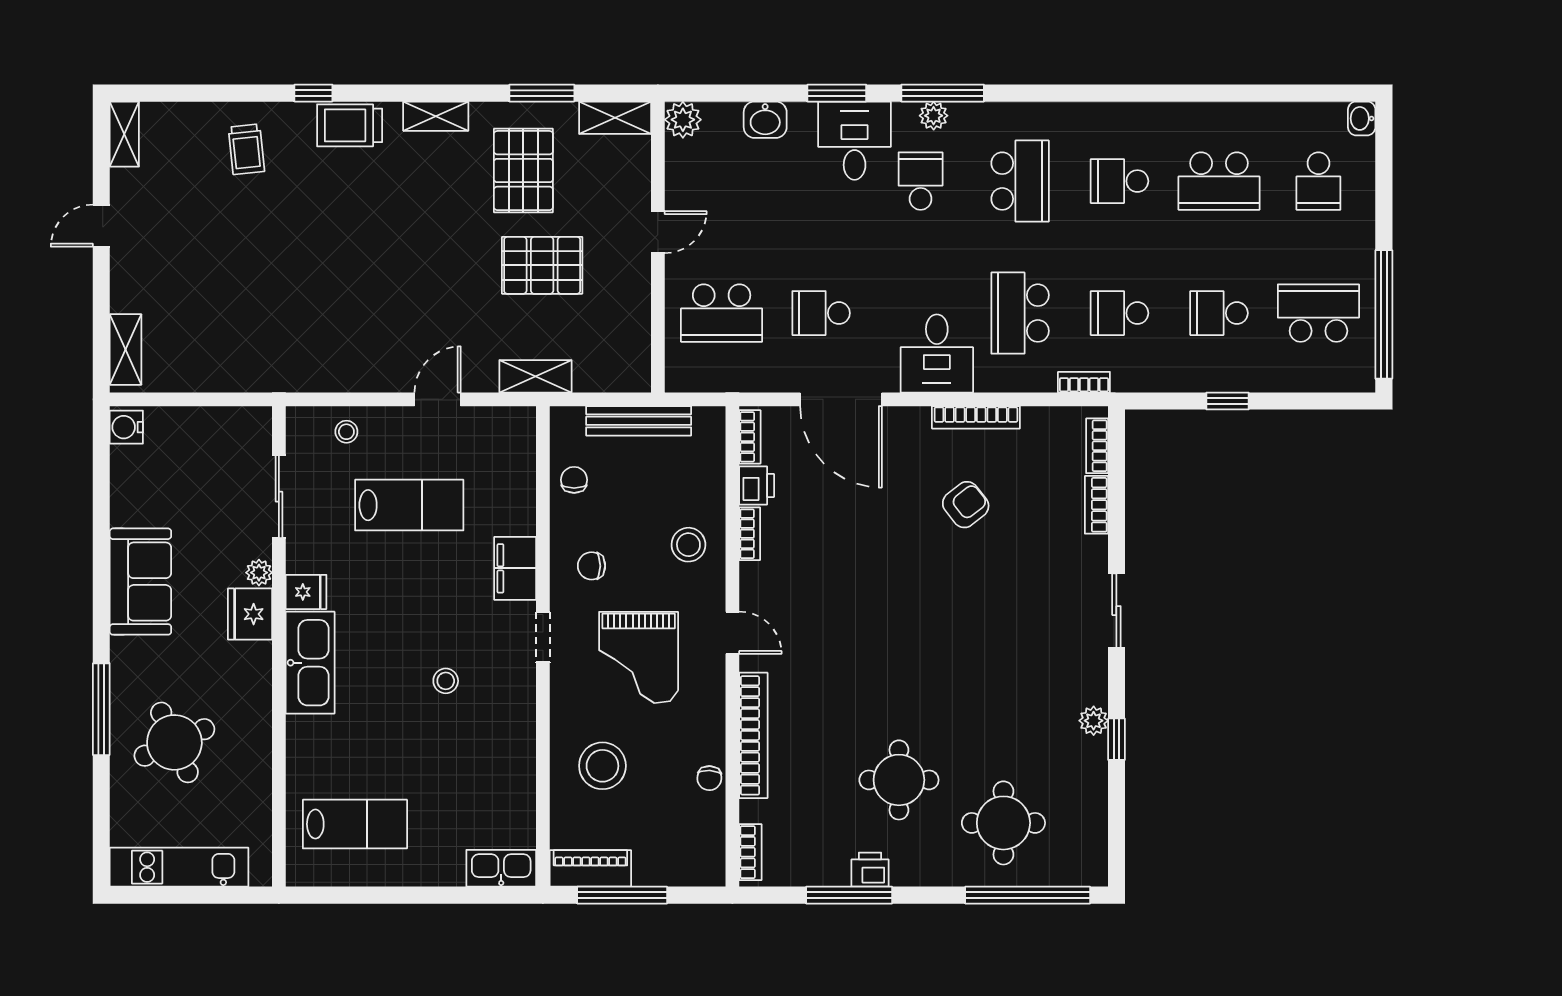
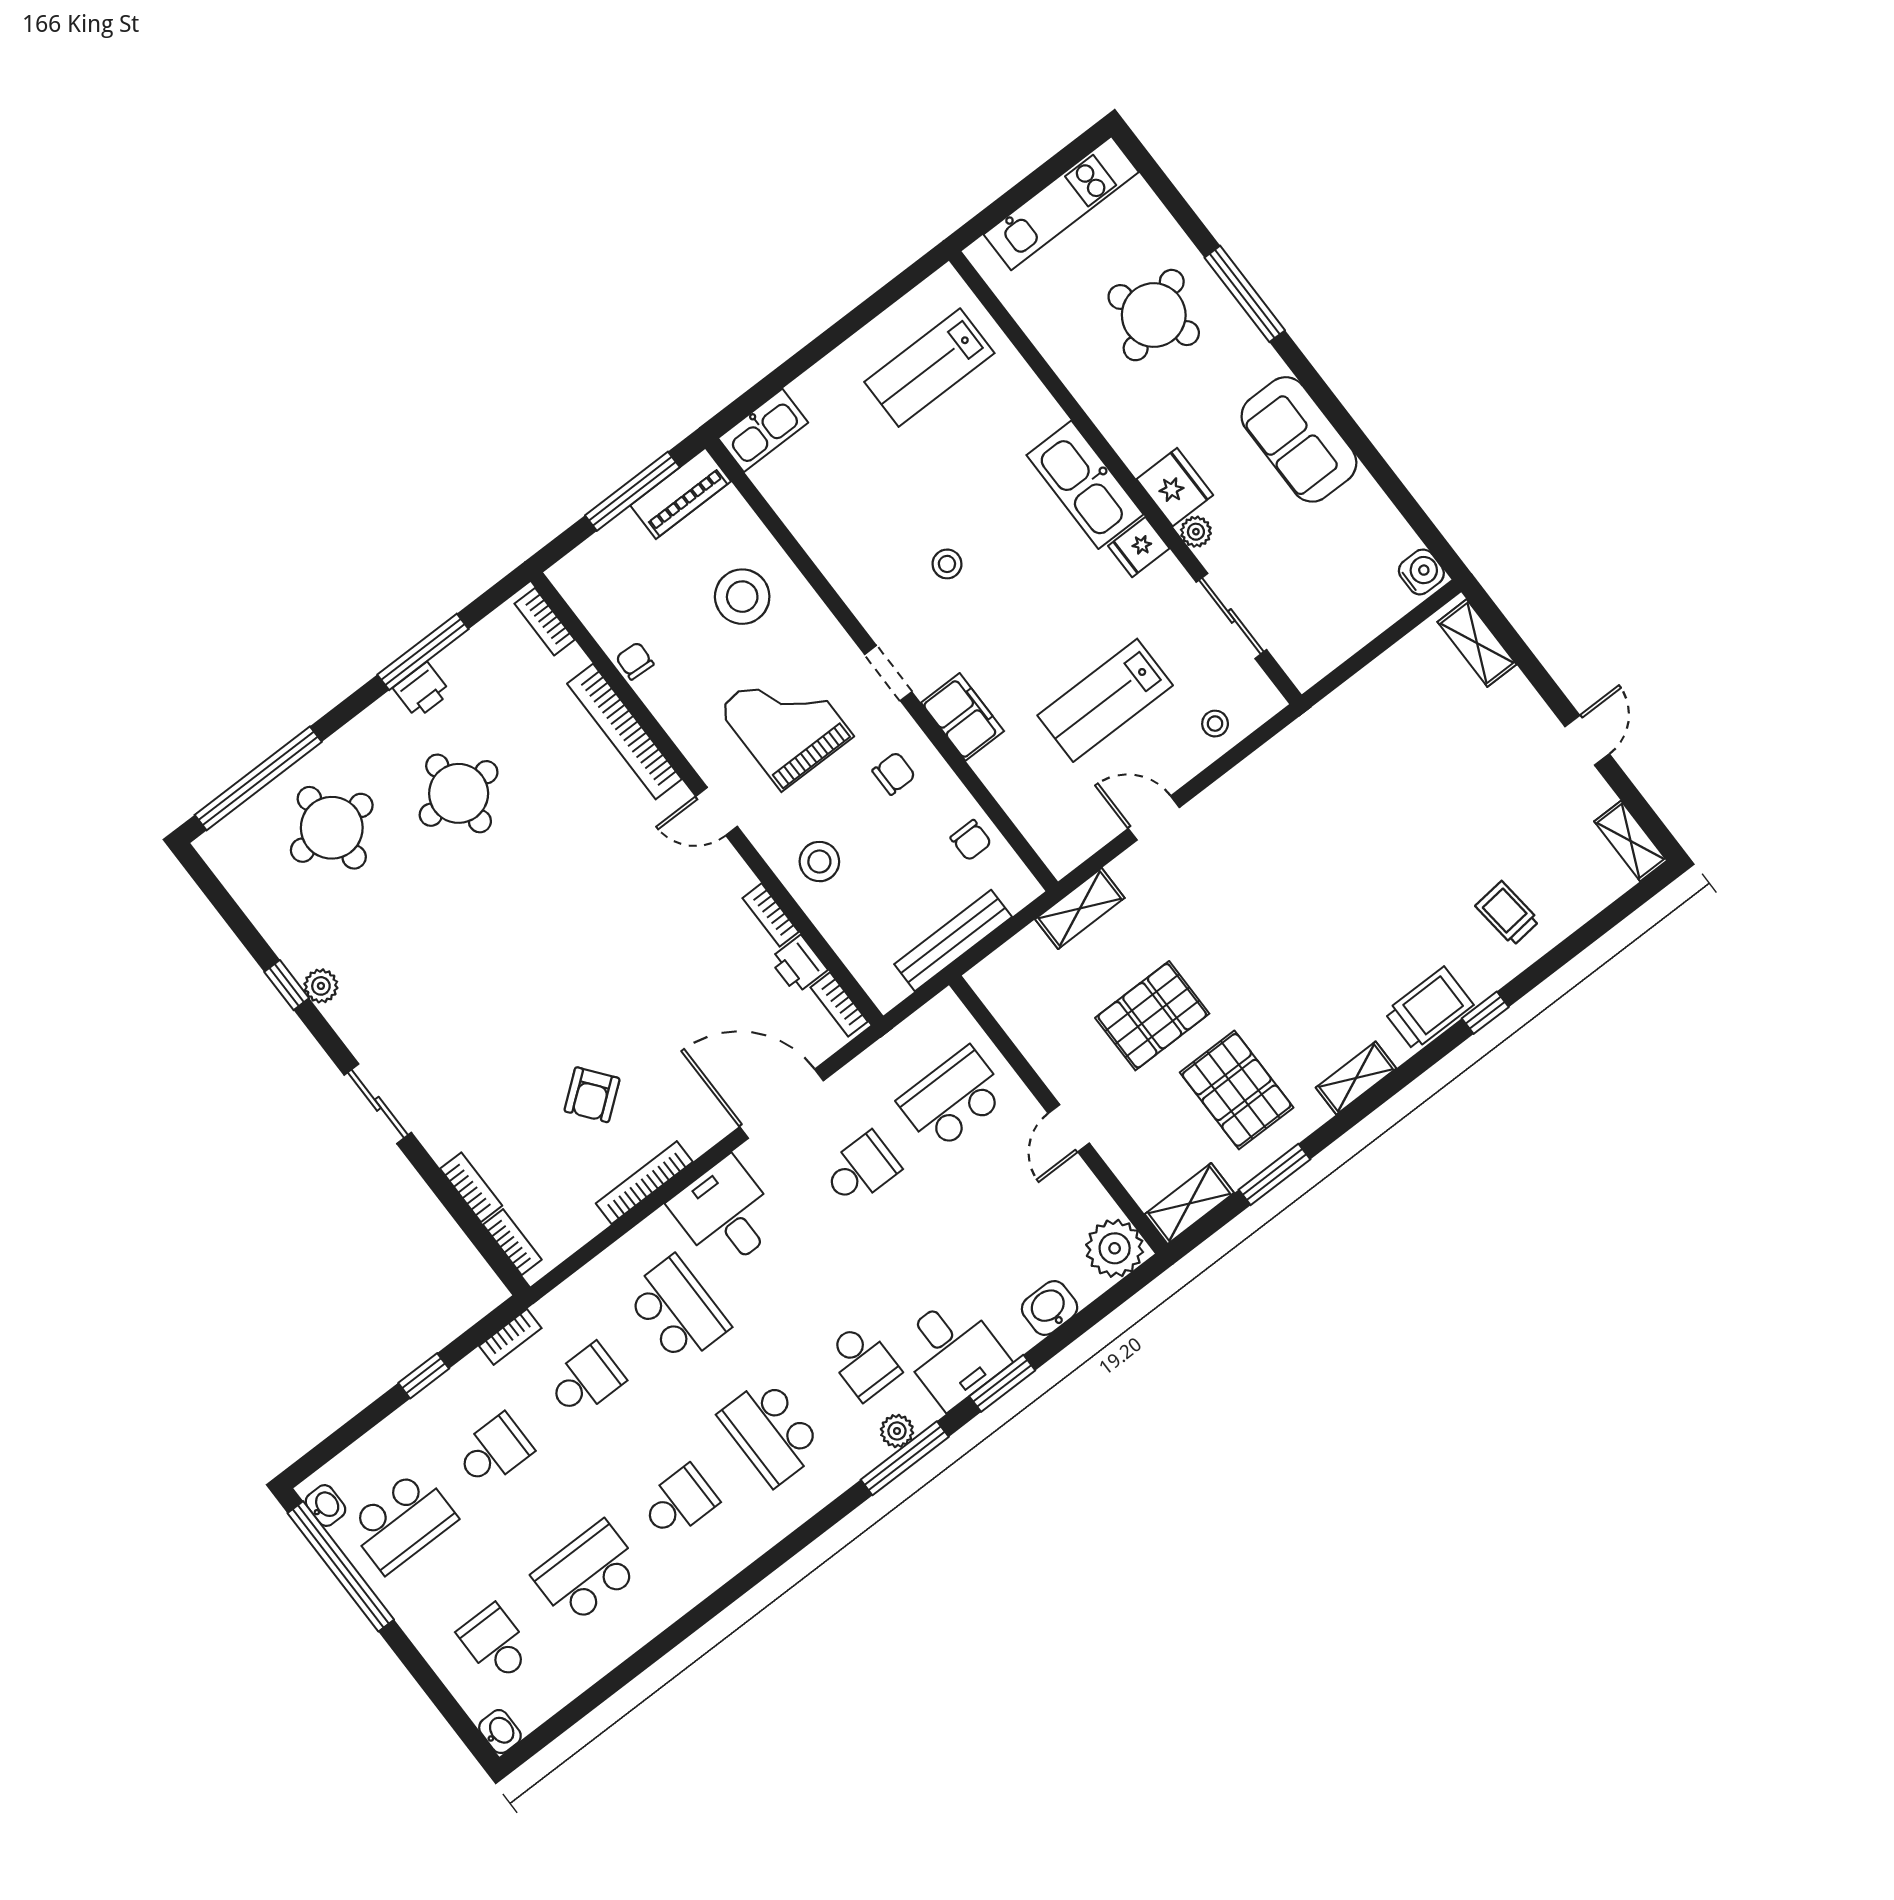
plant: (683, 120) -> (1115, 1248), width x1.36, depth x1.36
washbasin: (1362, 364) -> (325, 1505), added
bookcase: (1084, 382) -> (510, 1337), moved
door: (438, 399) -> (1154, 818), swing flipped

